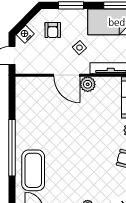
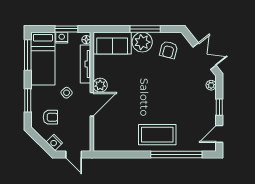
window: (12, 148) -> (176, 154), moved
coffee table: (33, 170) -> (157, 135), moved

